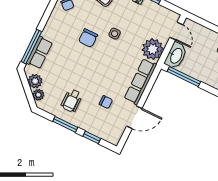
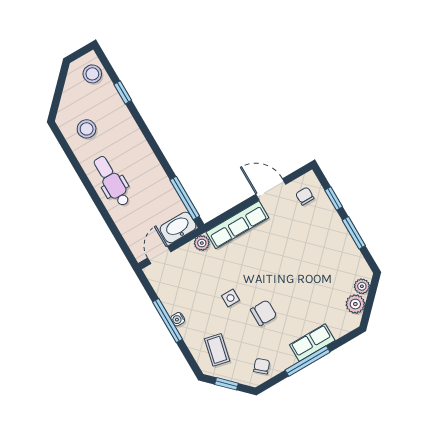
window: (31, 47) -> (307, 361), moved
plant: (153, 49) -> (202, 243), width x0.53, depth x0.53
row of seats: (40, 53) -> (312, 343), moved
wheelchair: (72, 101) -> (329, 255), removed
chair: (106, 102) -> (305, 196), moved

